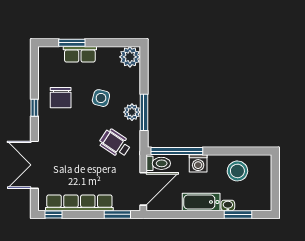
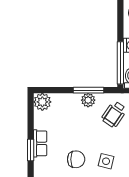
side table: (101, 98) -> (106, 161), moved

